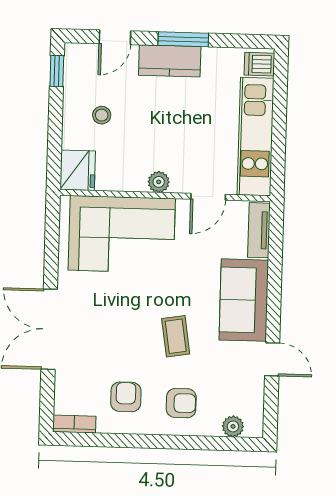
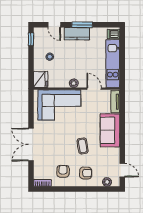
door: (115, 37) -> (54, 25), hinge flipped
door: (208, 197) -> (94, 89), swing flipped
door: (272, 359) -> (122, 170), moved

